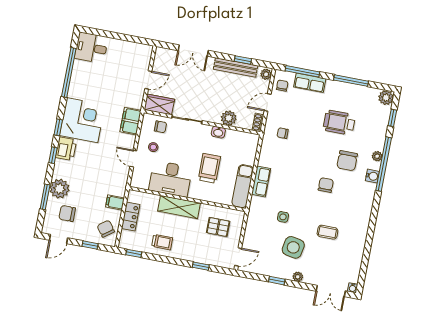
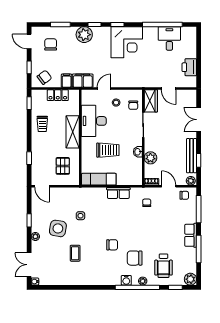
desk: (91, 48) -> (169, 39), moved
row of seats: (310, 83) -> (191, 235), moved
filing cabinet: (131, 121) -> (83, 81), moved
wheelchair: (339, 123) -> (163, 266), moved, turned 180
printer: (66, 149) -> (189, 67), moved, turned 90
row of seats: (261, 181) -> (118, 193), moved
plant: (59, 189) -> (84, 35), moved

